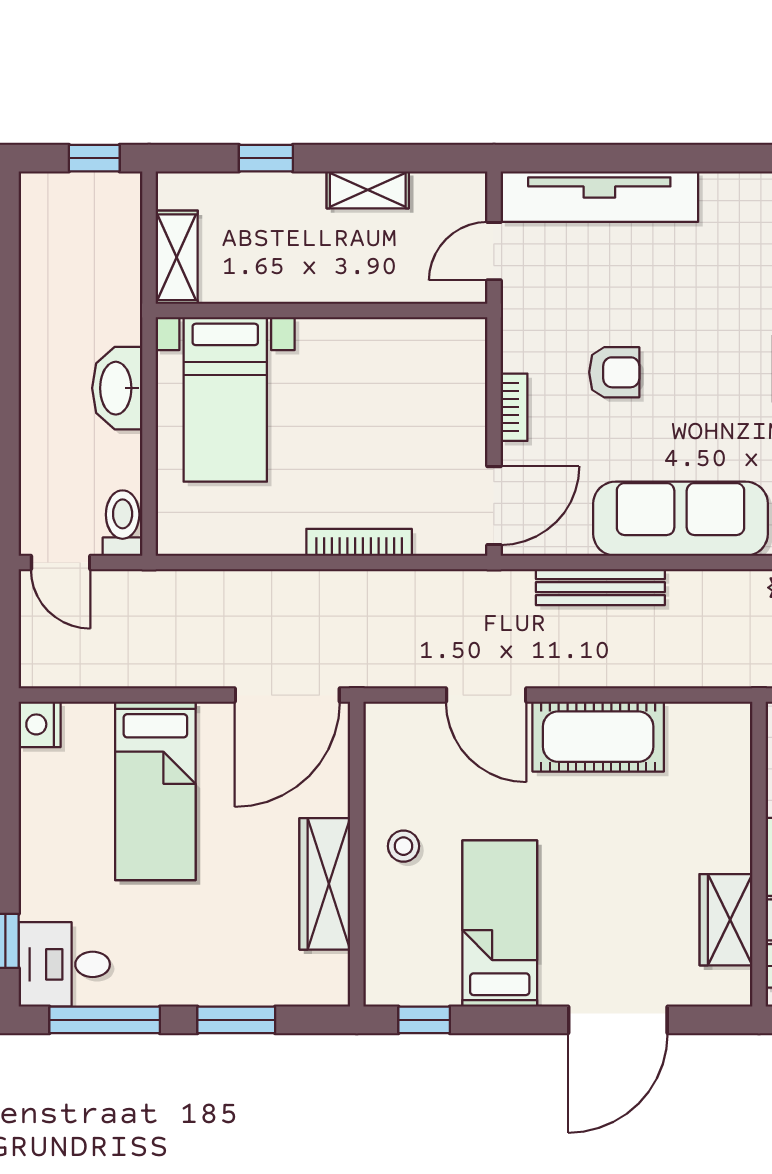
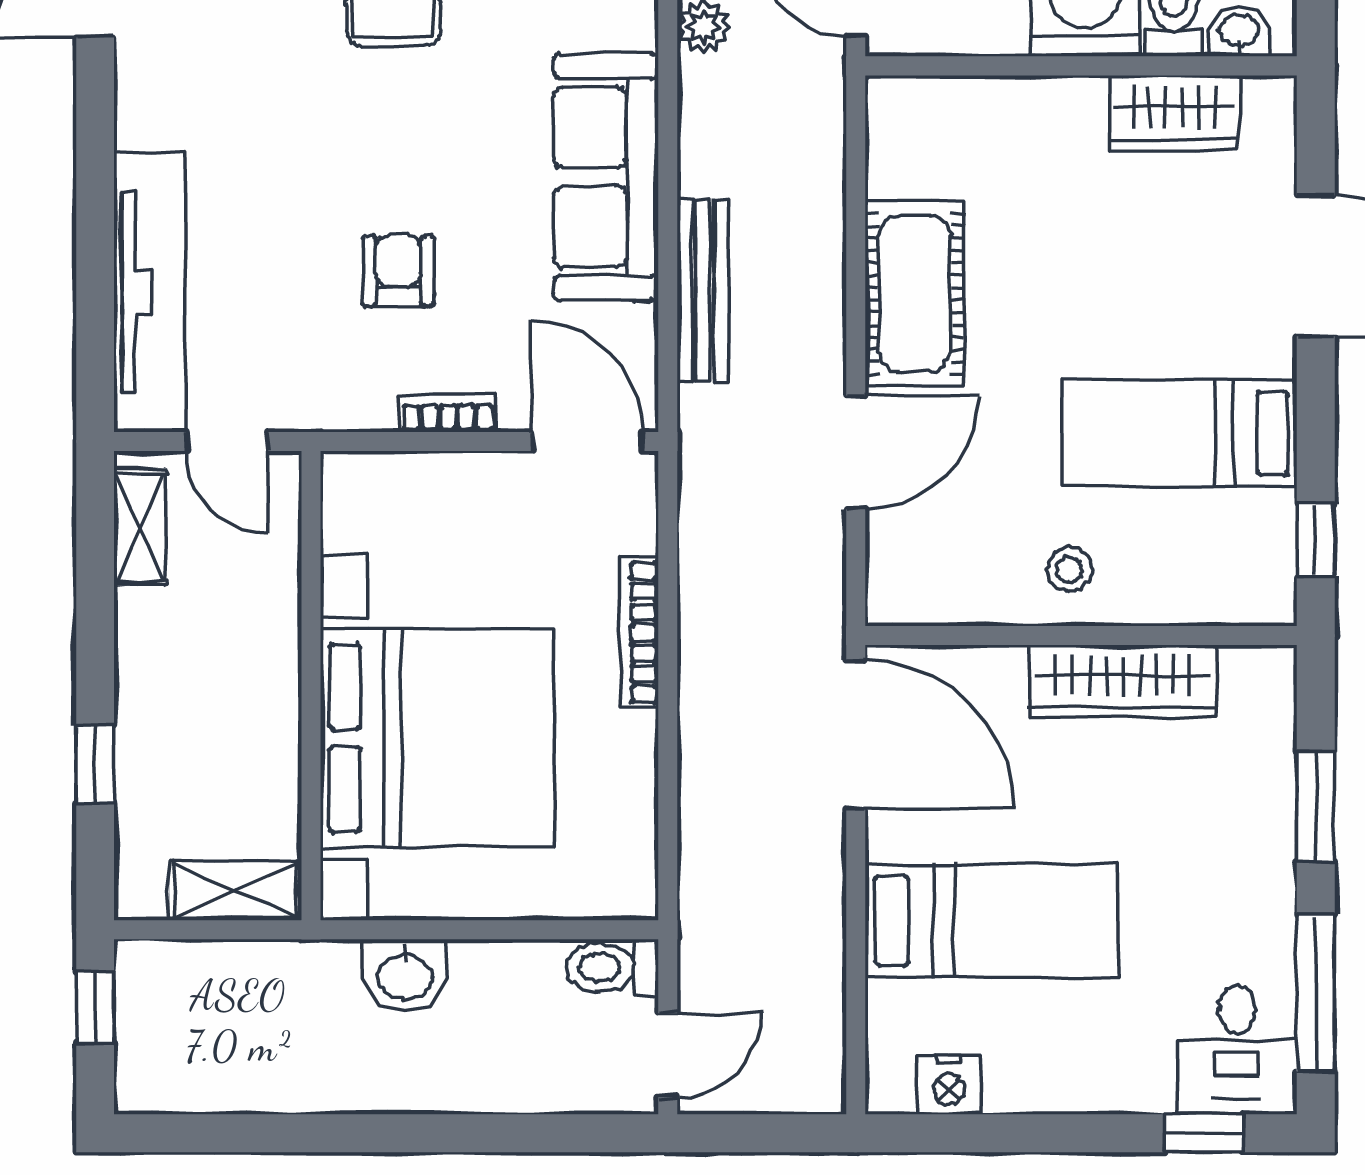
shelving: (368, 190) -> (140, 527), moved
washbasin: (117, 388) -> (405, 975), width x0.72
bed with nightstands: (225, 399) -> (437, 738), width x1.85
nightstand: (40, 724) -> (949, 1085), moved

